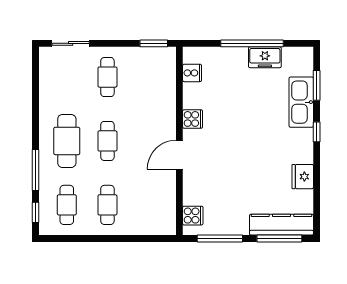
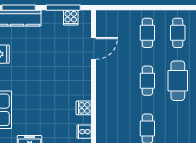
cooker: (193, 119) -> (84, 108), moved
door: (179, 155) -> (94, 48), moved
cooker: (193, 216) -> (71, 18), moved, turned -90

